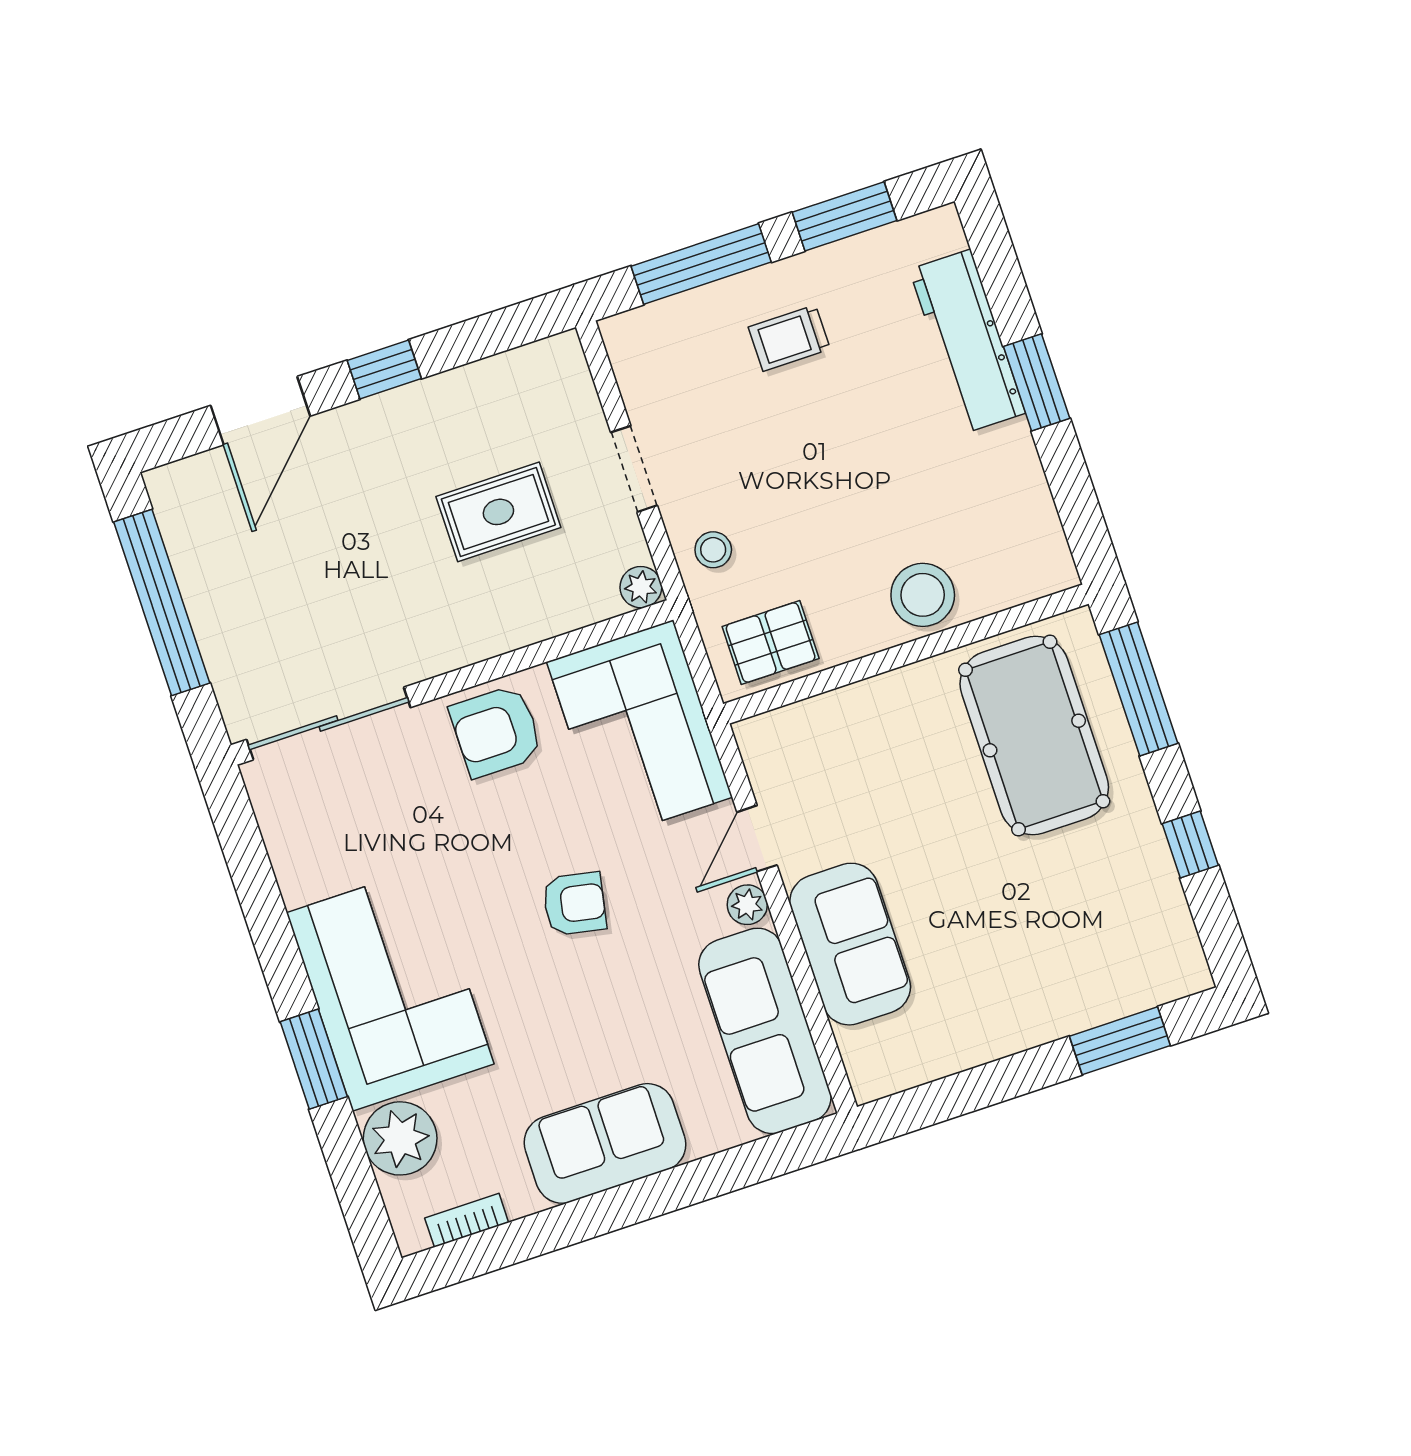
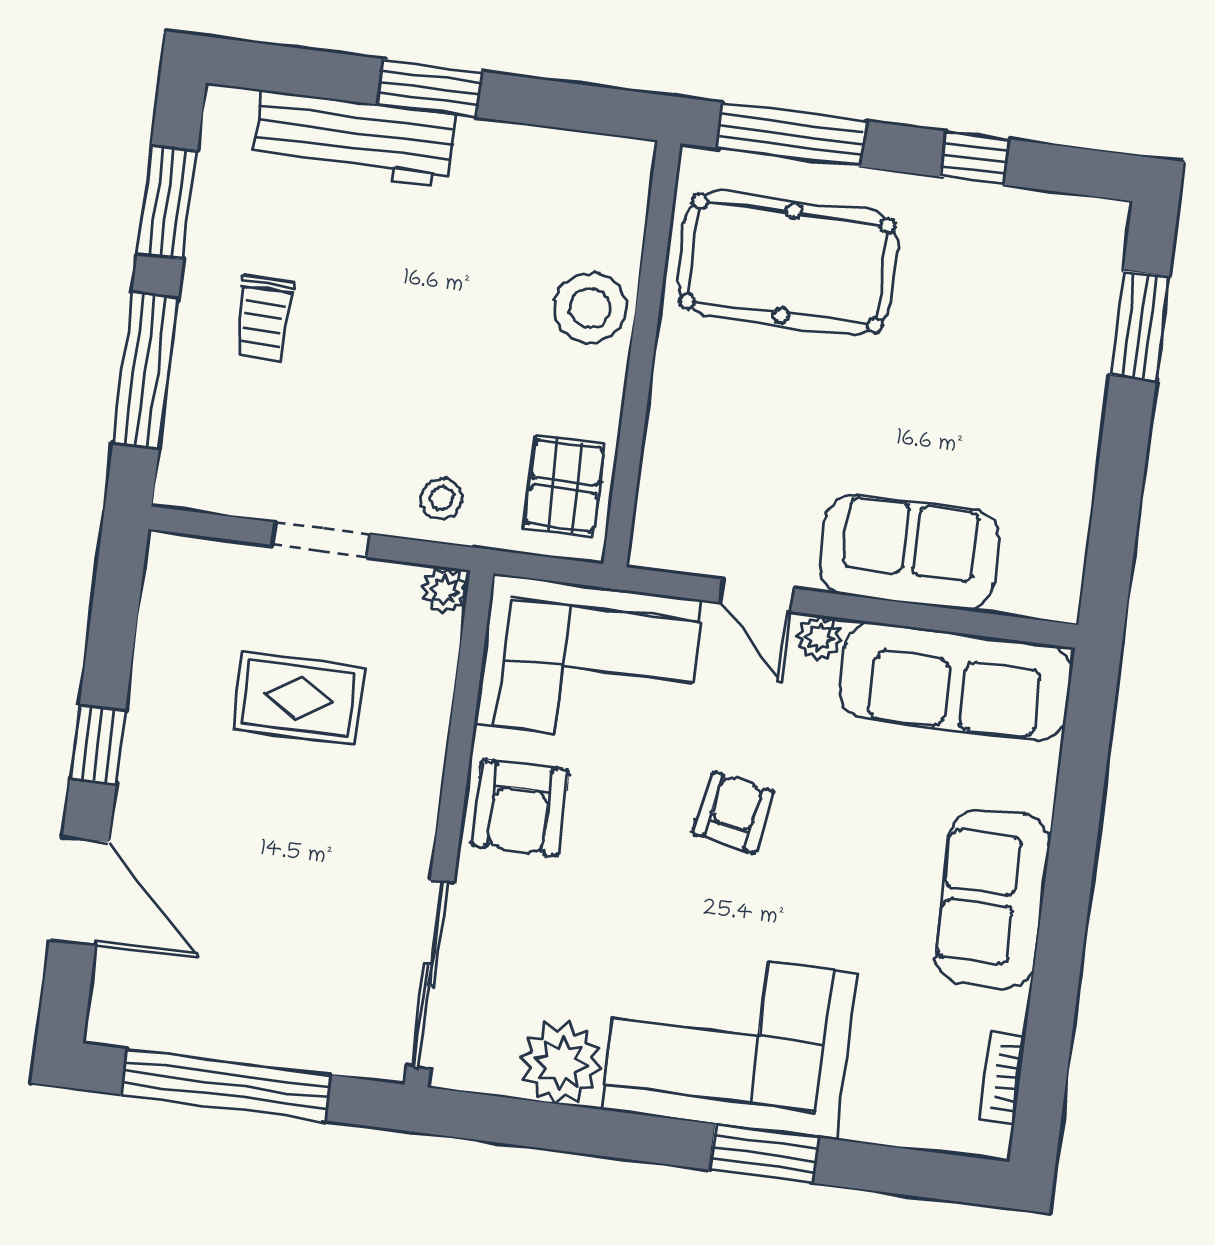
rug: (498, 512) -> (298, 698), turned 90
plant: (400, 1138) -> (561, 1063), moved

